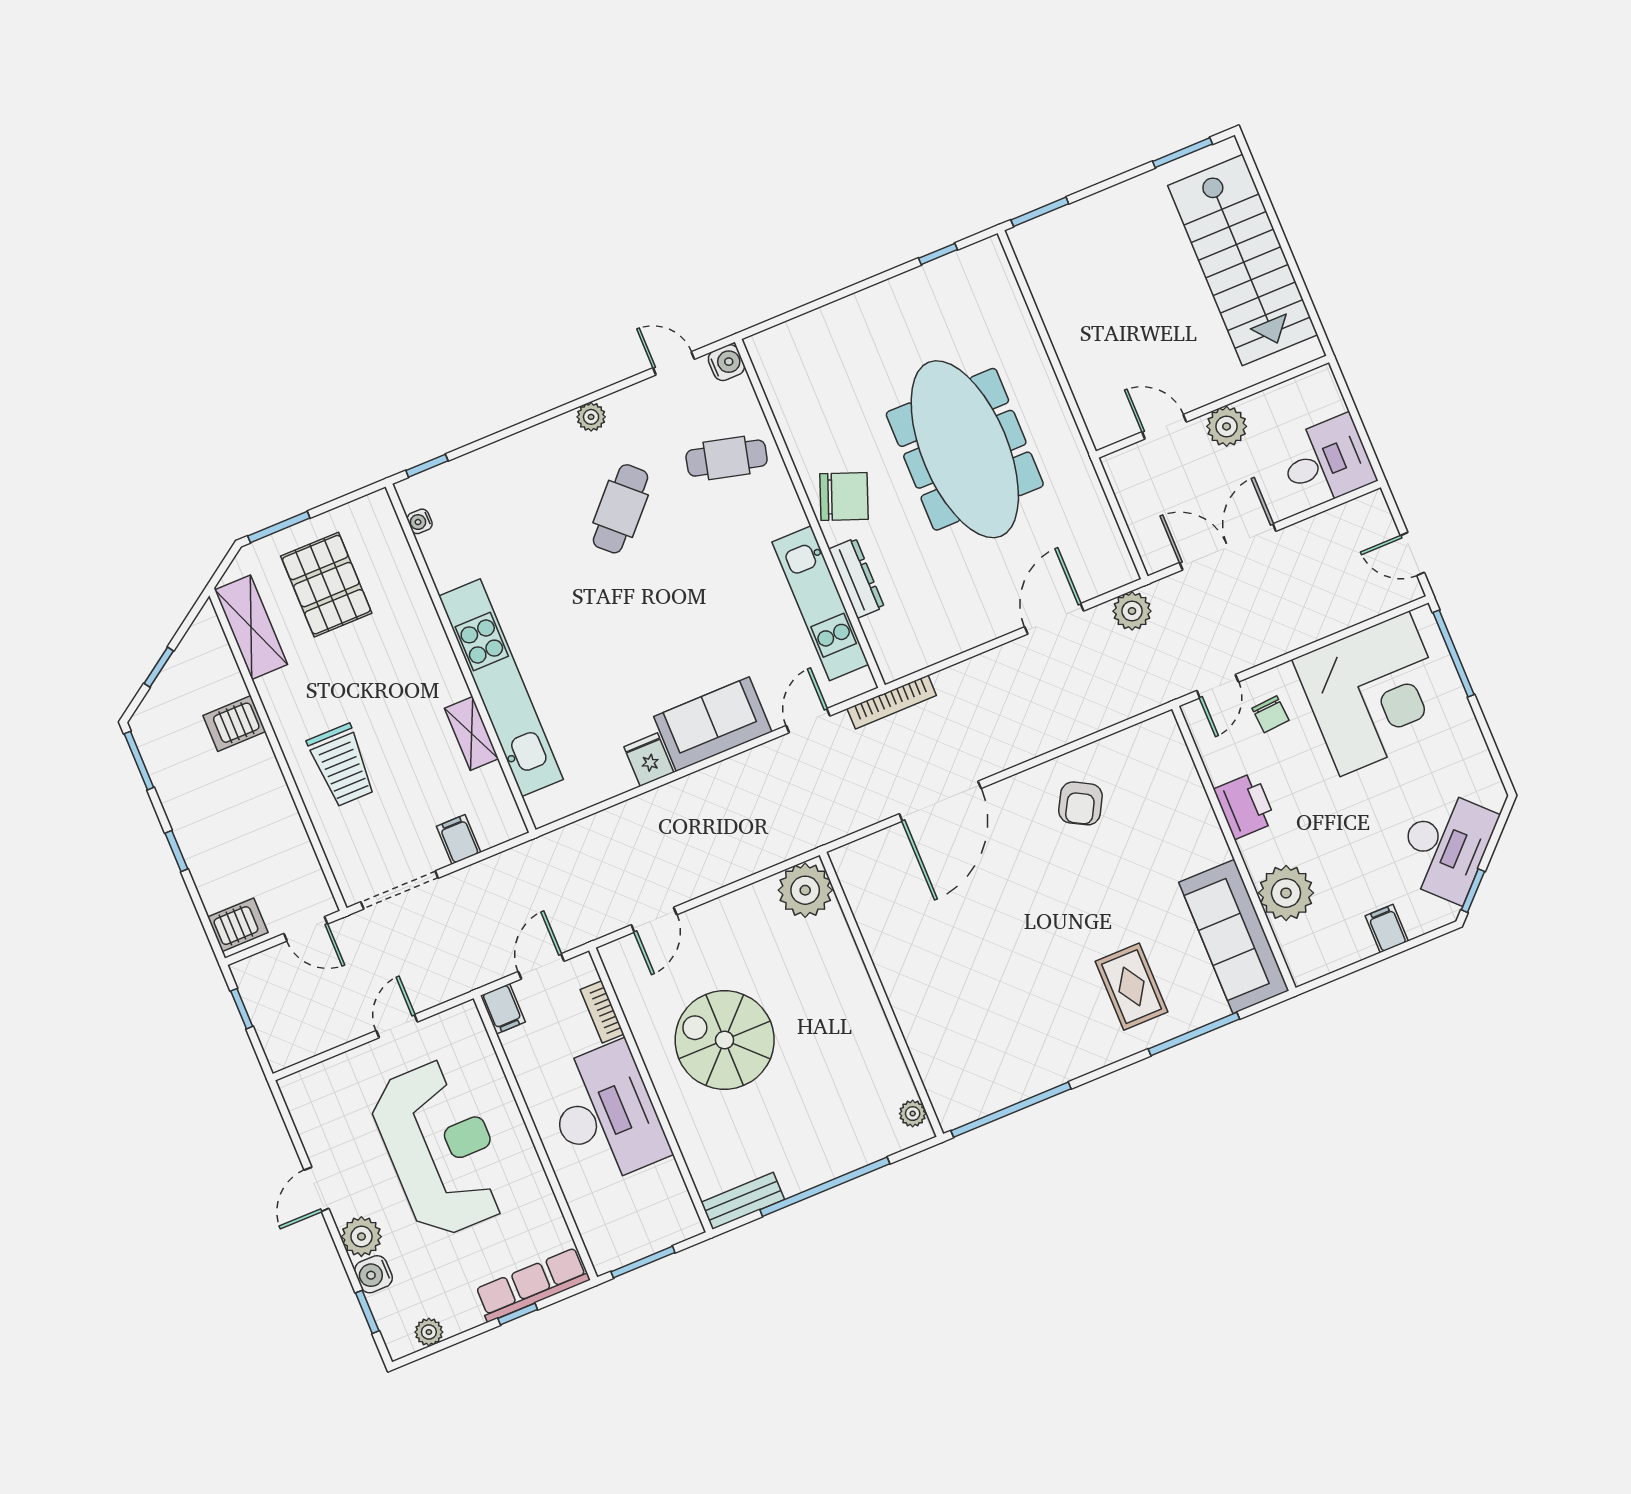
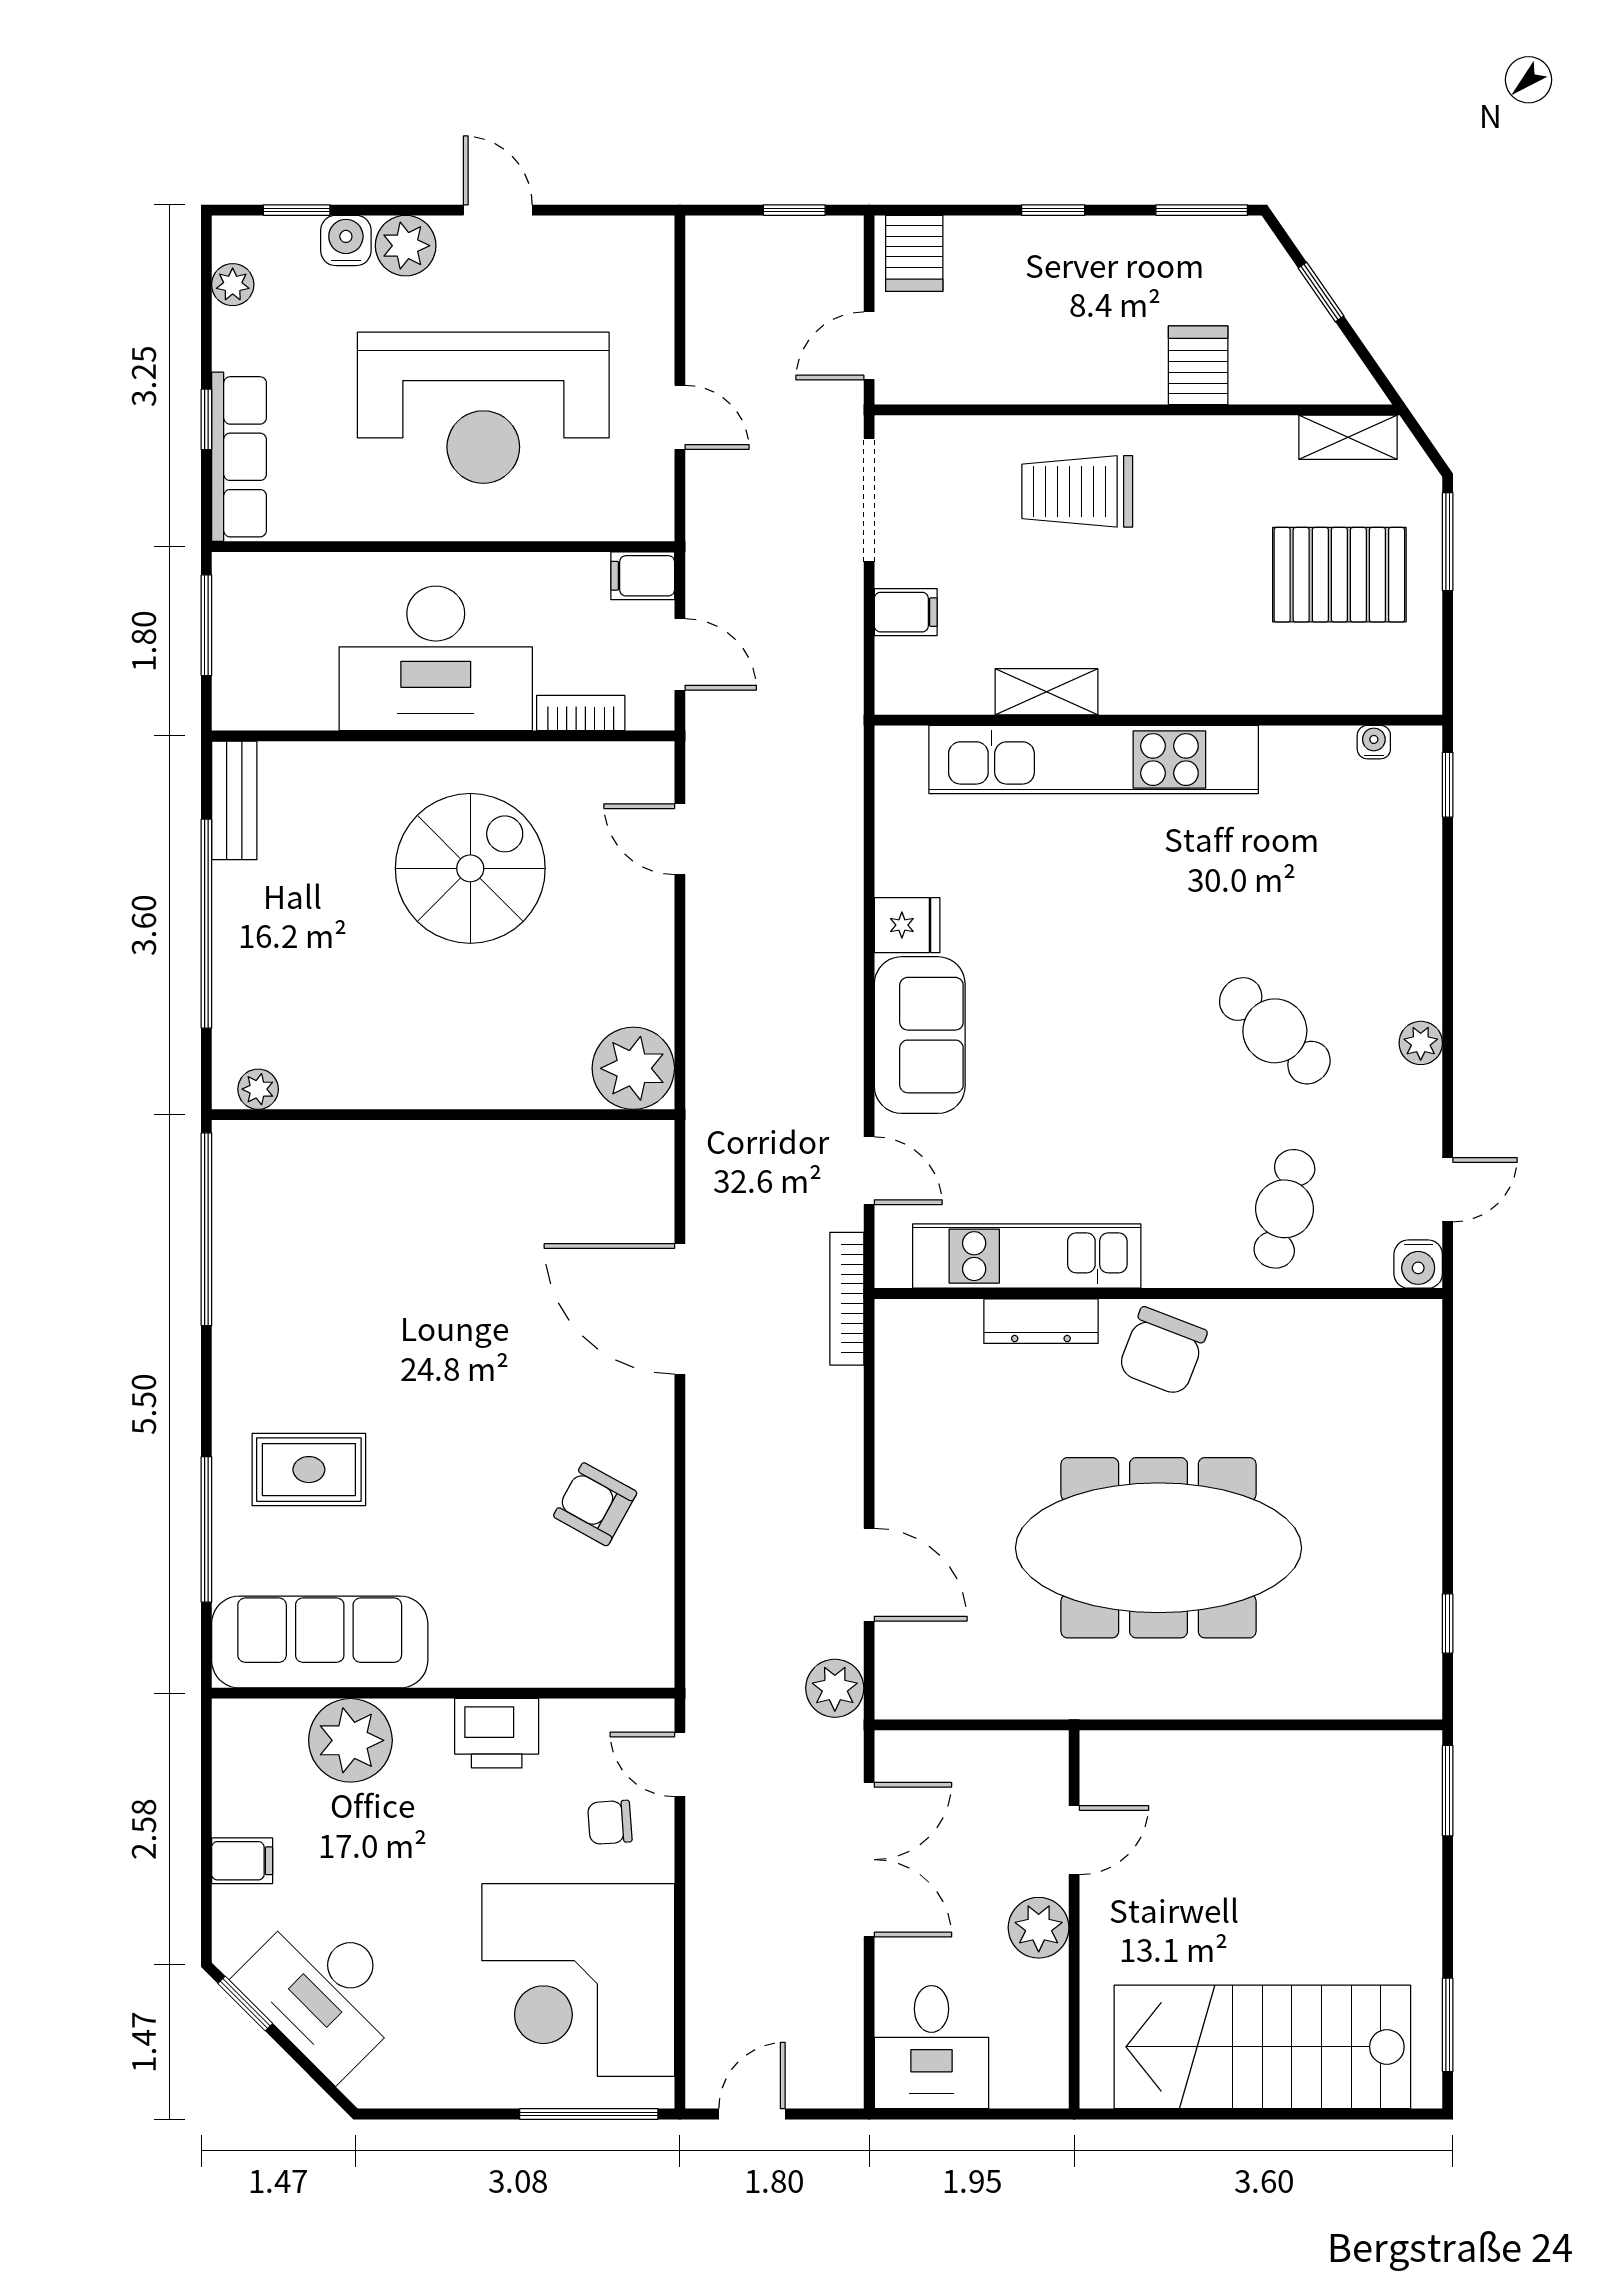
shelving: (251, 627) -> (1348, 437), width x0.67, depth x0.75

